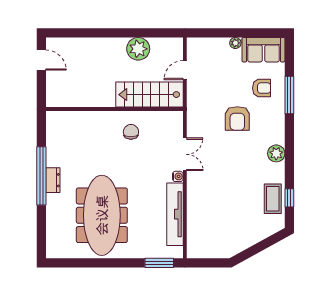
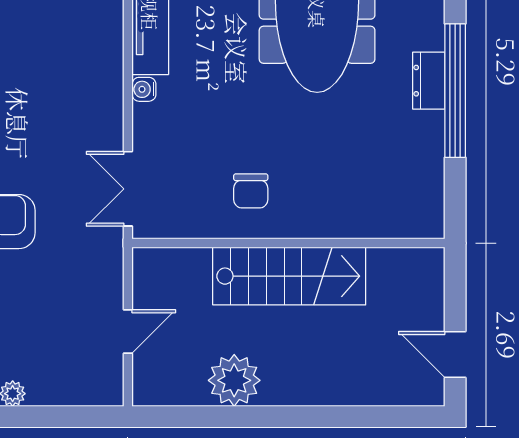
stairs: (149, 95) -> (289, 276), moved
double door: (185, 154) -> (128, 189), moved

